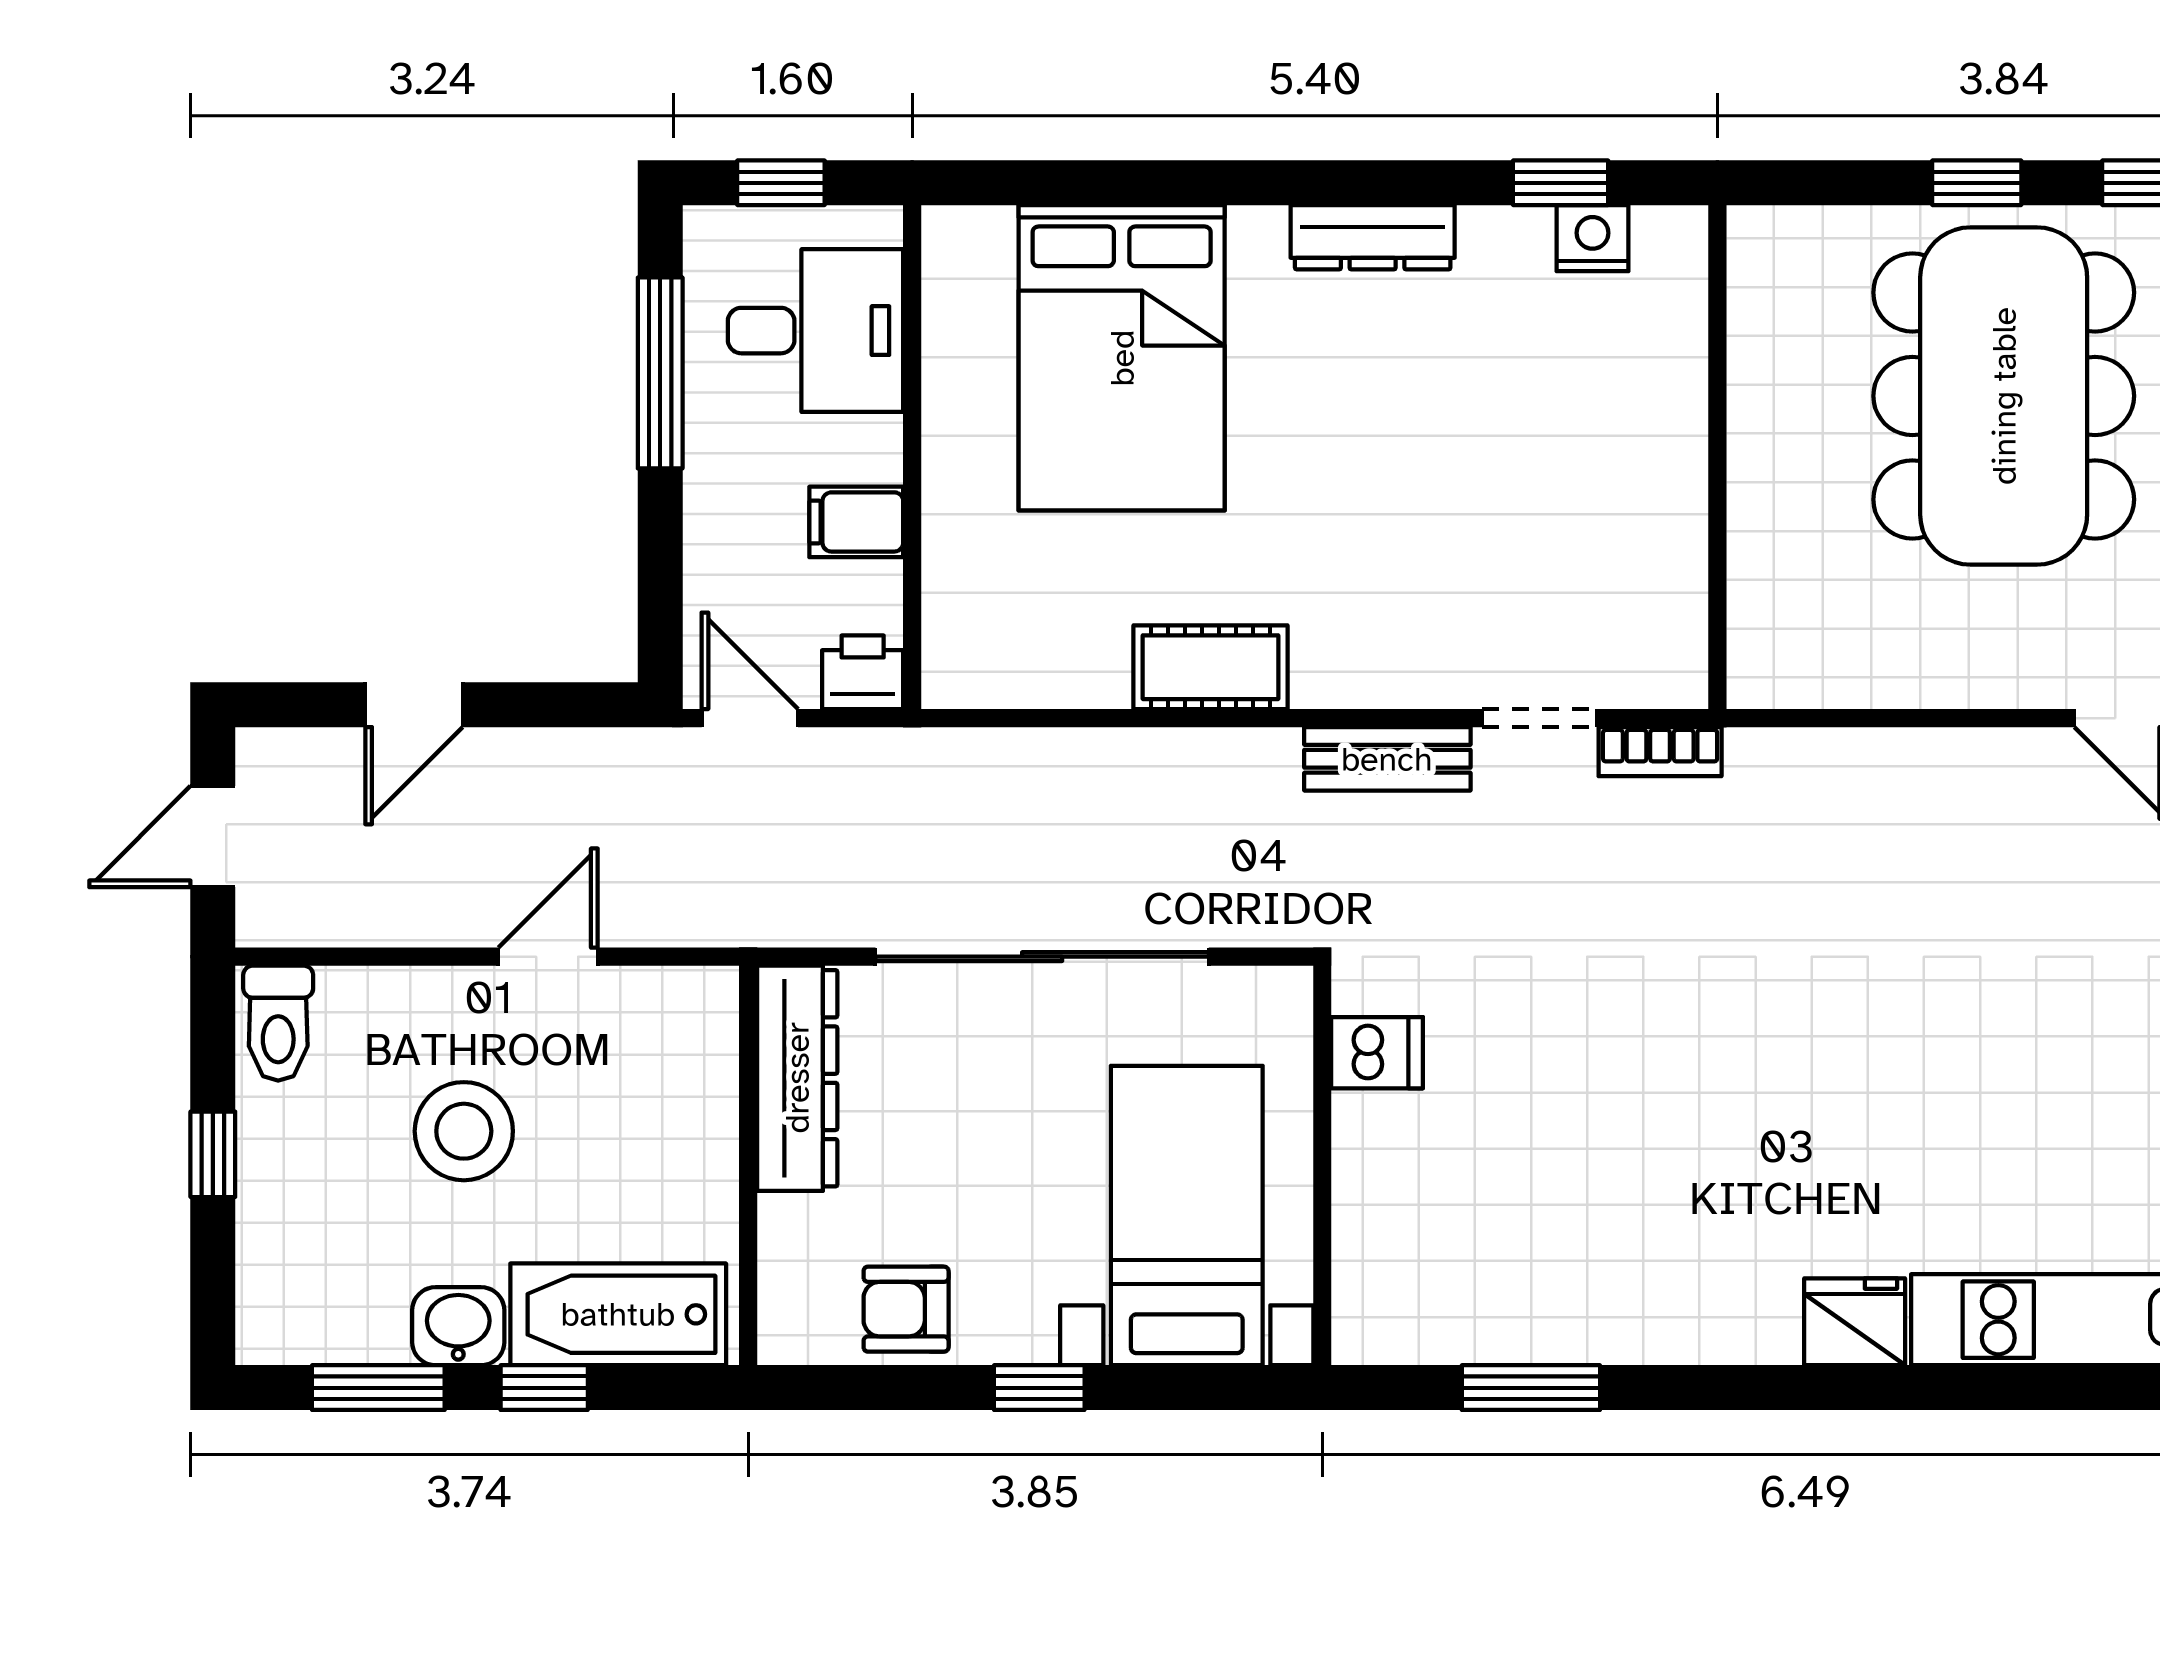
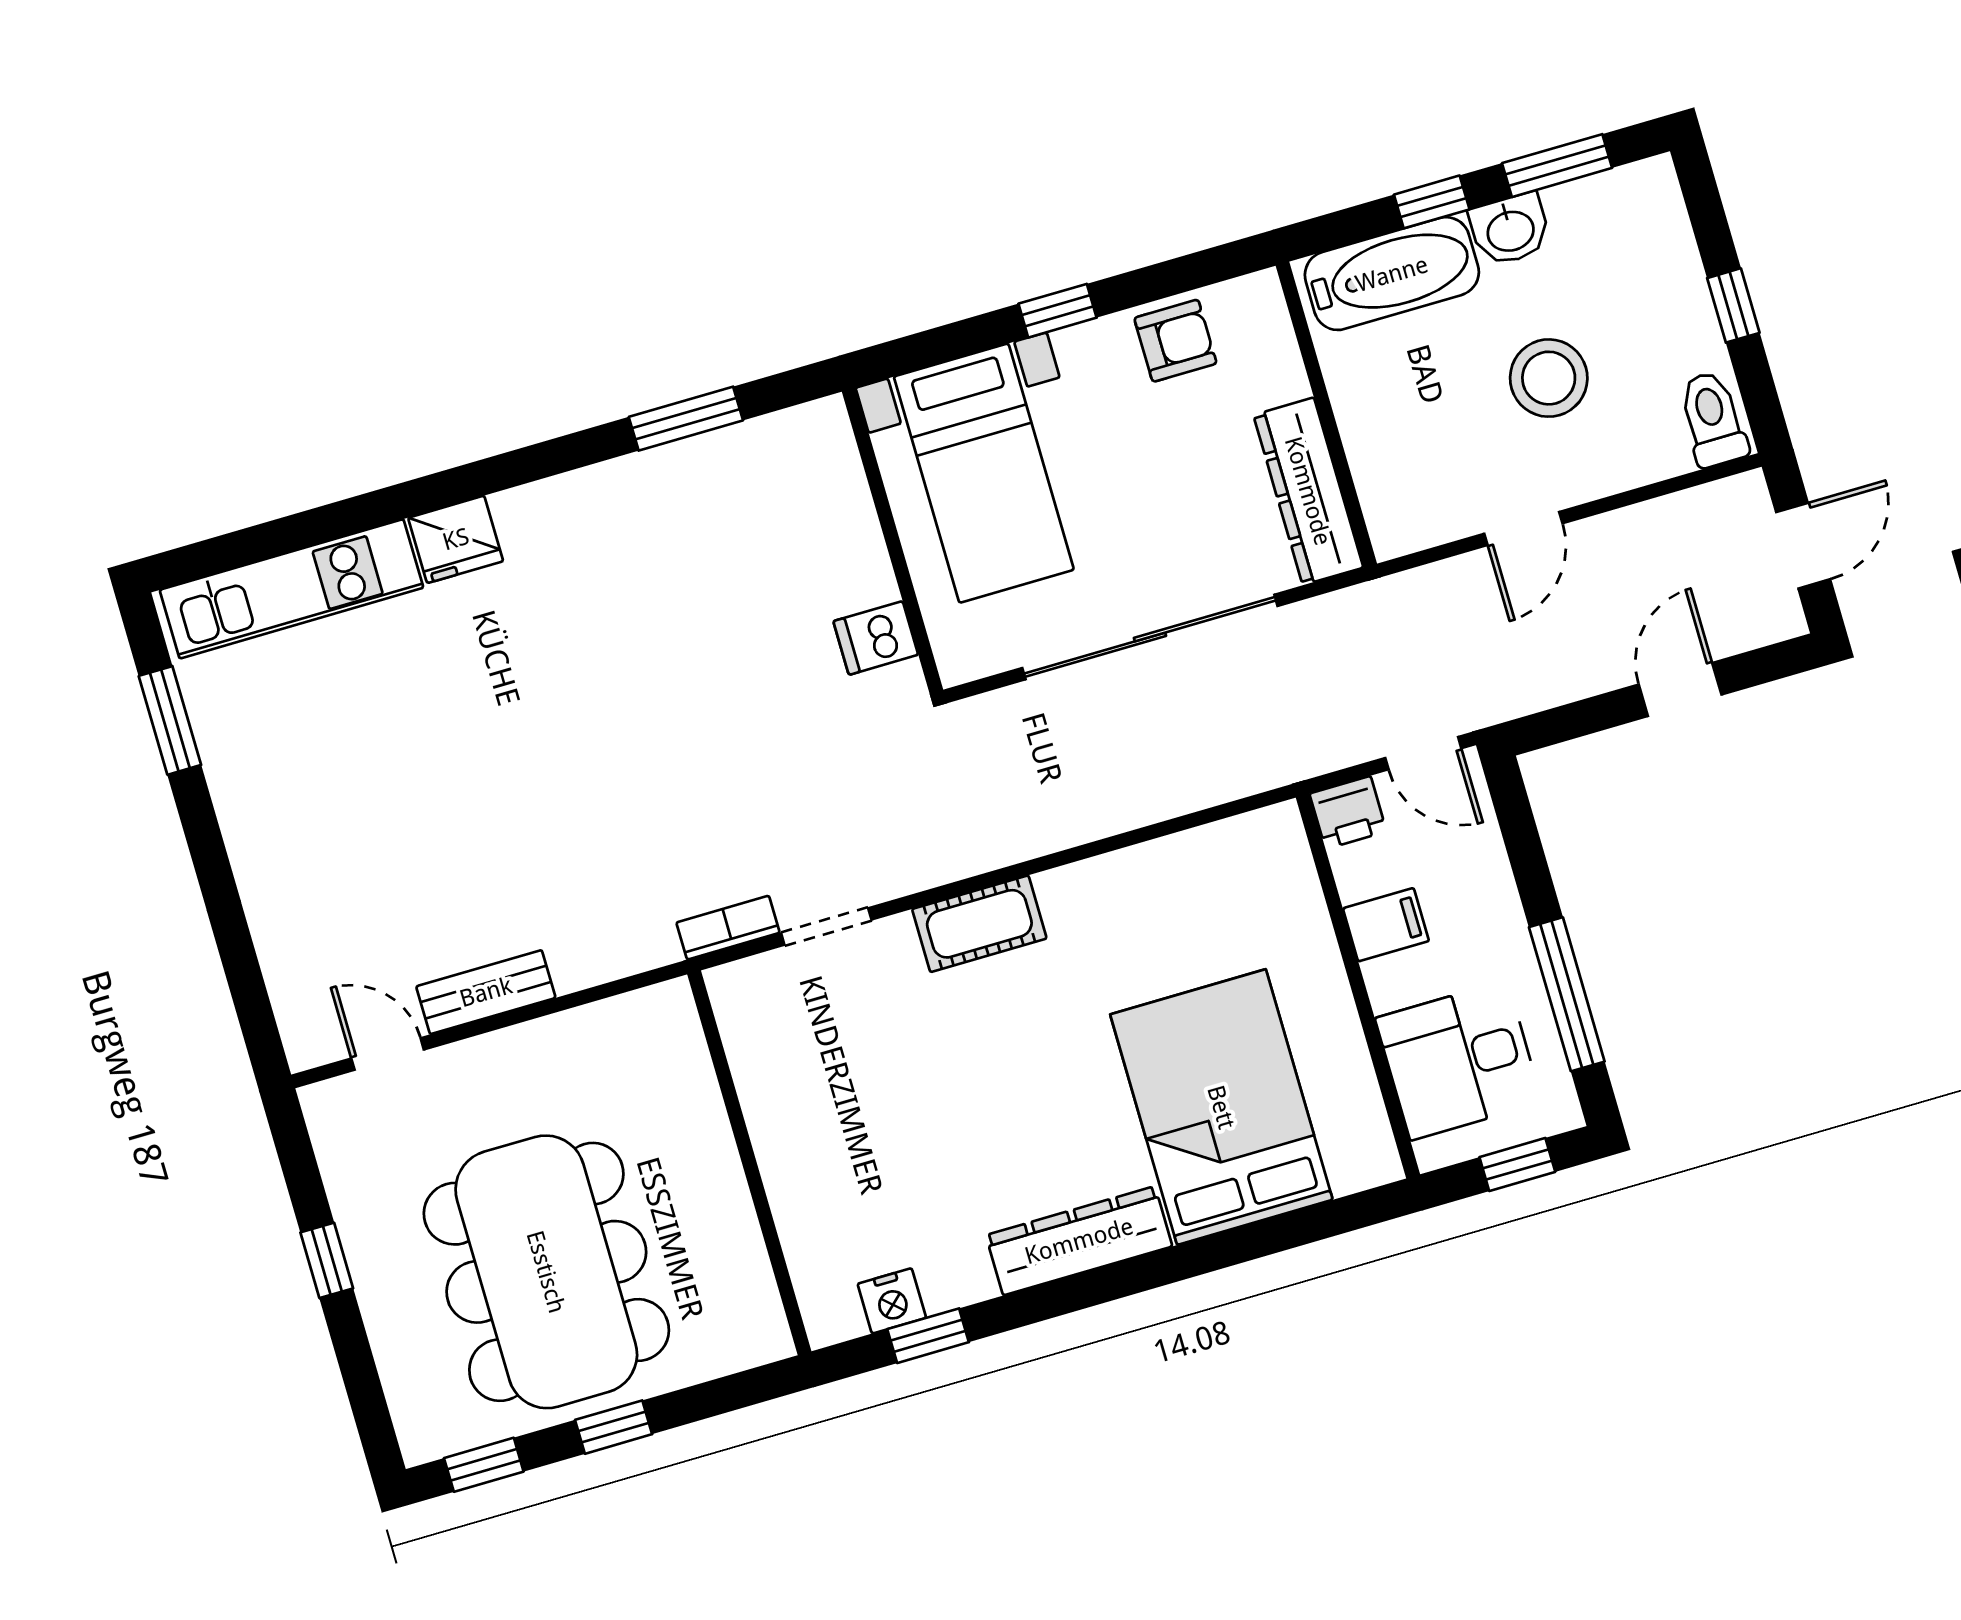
dresser: (1373, 237) -> (1079, 1241), width x1.37, depth x1.24
cot: (1210, 667) -> (979, 924), moved
bench: (1387, 759) -> (486, 992), moved

